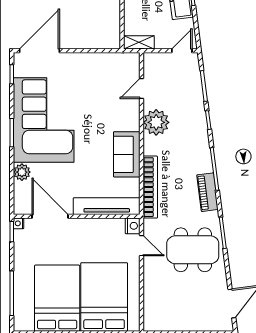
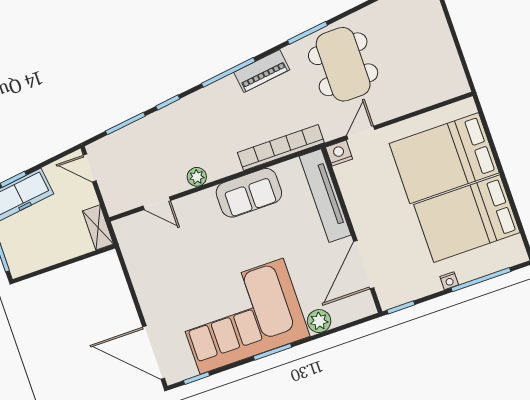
plant: (156, 122) -> (197, 177), width x0.53, depth x0.53
nightstand: (19, 223) -> (449, 281), moved

